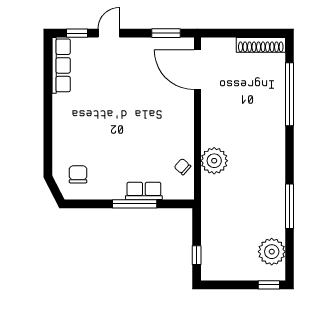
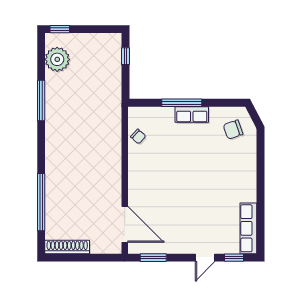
plant: (214, 161) -> (109, 142), removed
chair: (78, 174) -> (233, 130), turned 71
row of seats: (144, 191) -> (192, 115), moved

